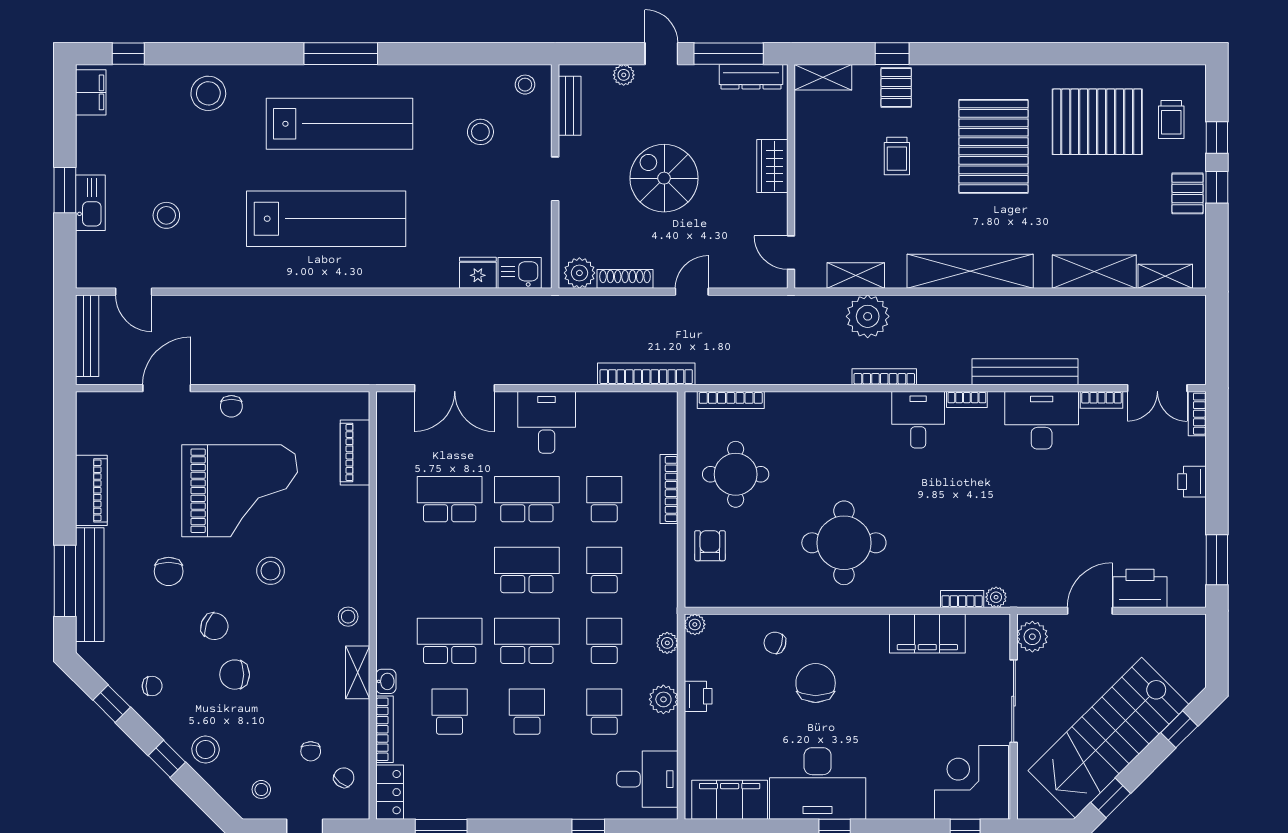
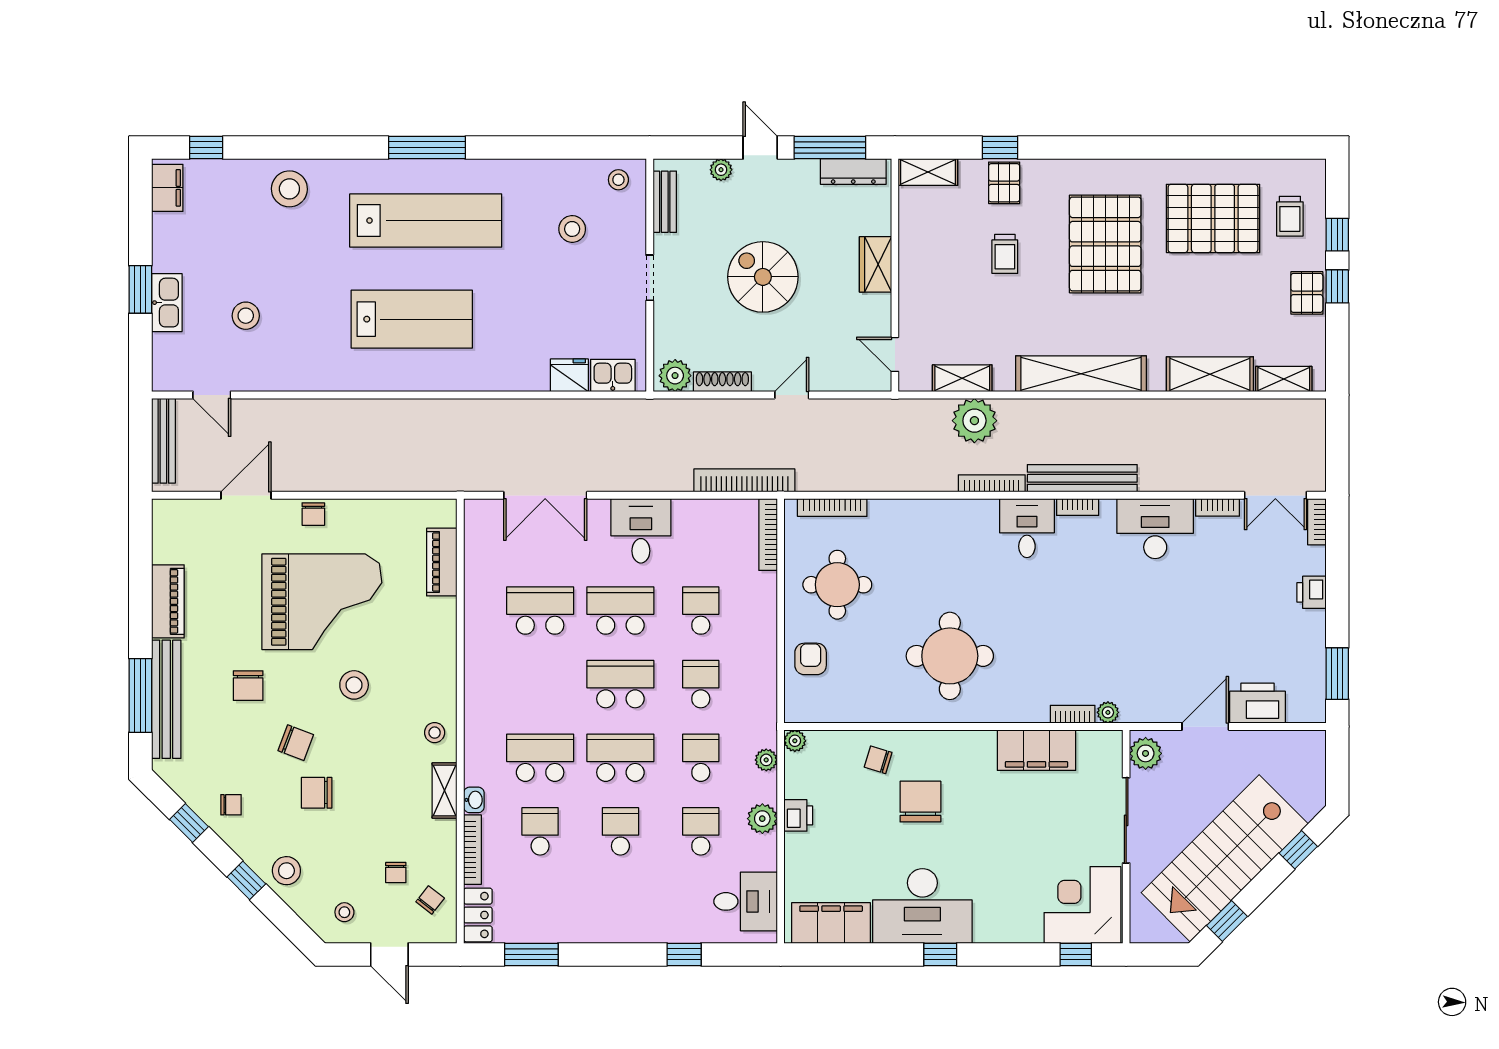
lab bench: (326, 219) -> (412, 319), width x0.73
bench: (1025, 372) -> (1082, 478), moved
bookcase: (669, 489) -> (768, 535), moved

